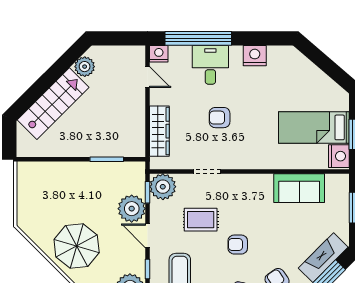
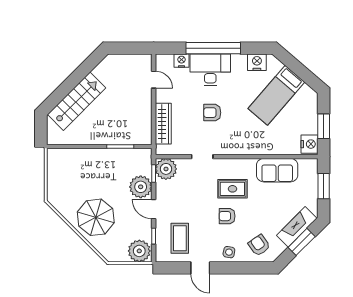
window: (198, 38) -> (213, 48), moved
nightstand: (159, 54) -> (182, 61), moved
nightstand: (255, 56) -> (257, 62), moved
desk: (210, 65) -> (210, 70), width x1.37
plant: (85, 67) -> (102, 71), removed
bed: (314, 127) -> (276, 95), moved, turned -49
rug: (201, 220) -> (232, 189), moved

